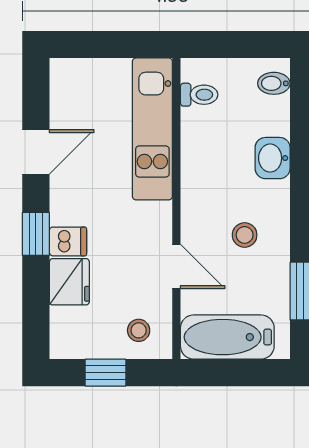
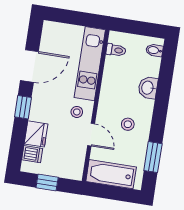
door: (36, 152) -> (29, 66), width x1.38
dishwasher: (68, 241) -> (32, 154), moved
stool: (139, 330) -> (77, 112), moved

